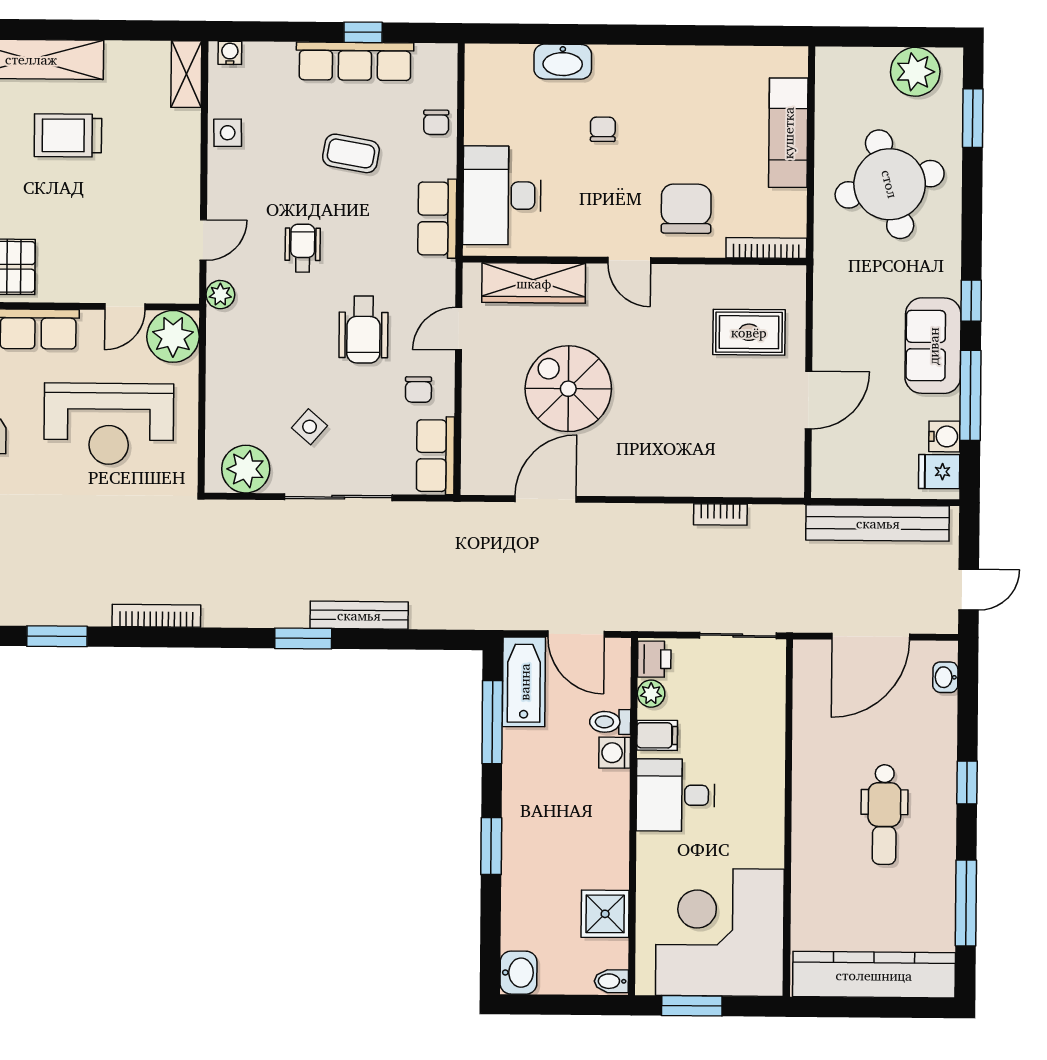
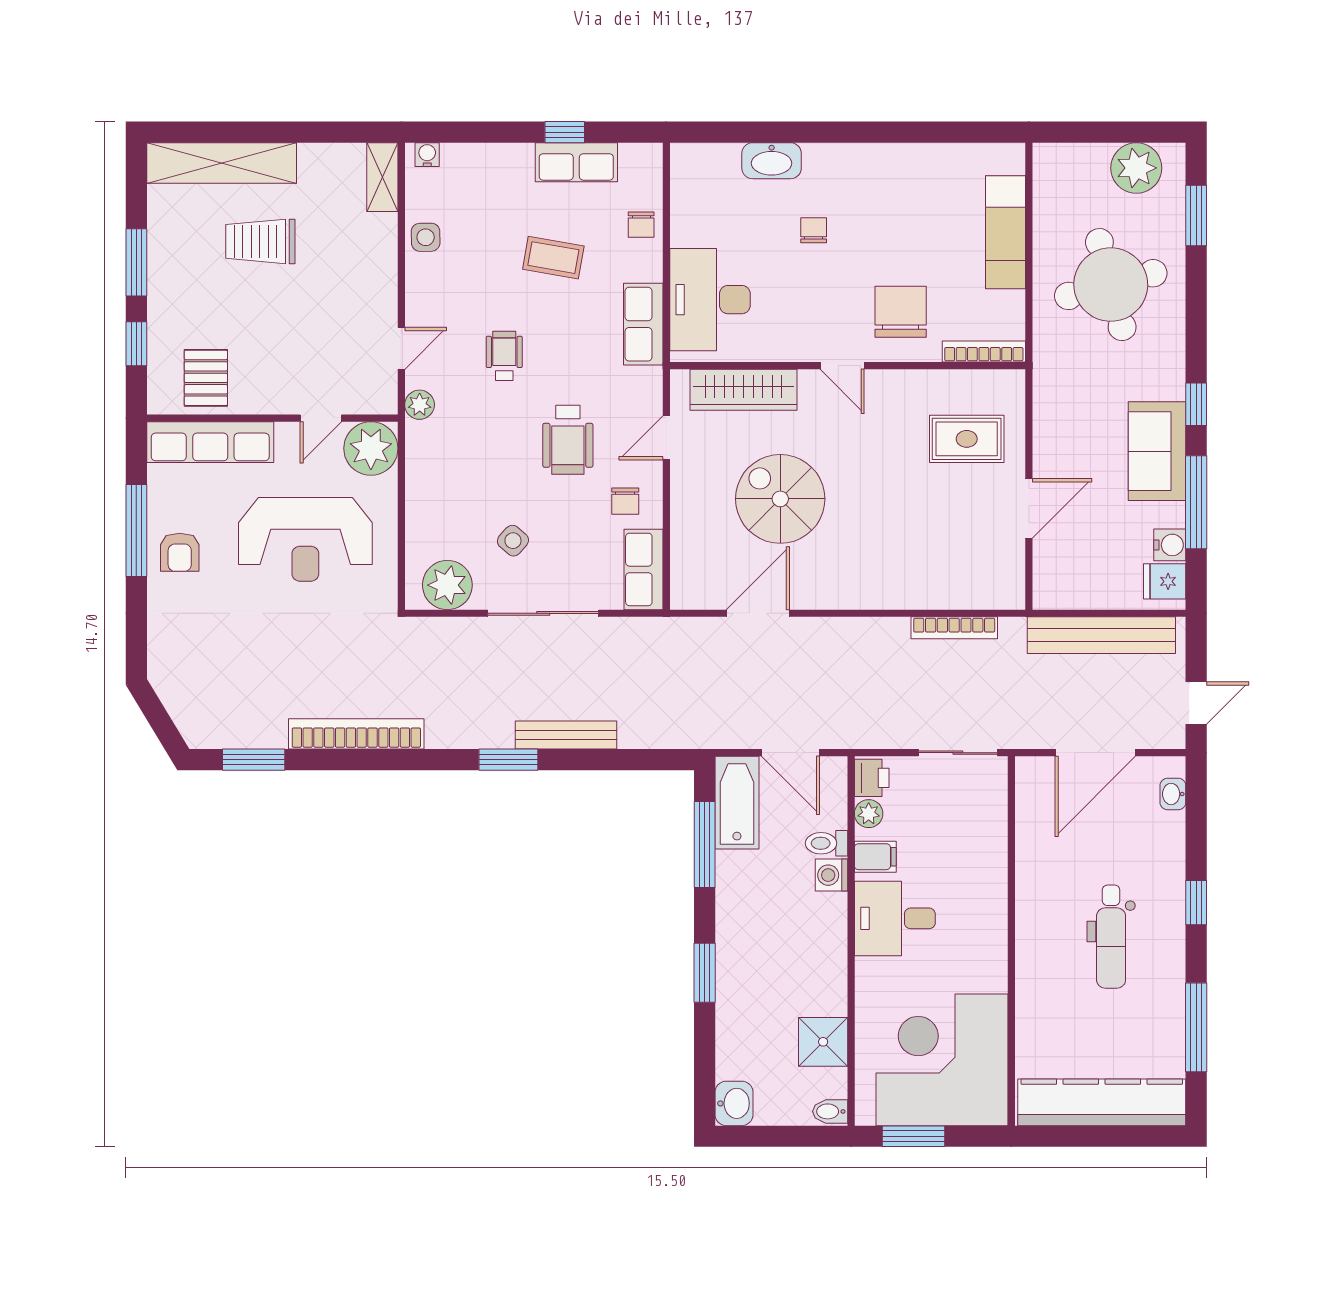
row of seats: (355, 61) -> (576, 162), width x0.68
bookcase: (720, 515) -> (954, 628), width x1.56
bookcase: (156, 616) -> (356, 734), width x1.48, depth x1.31

